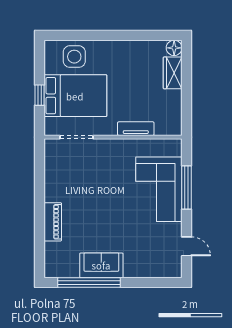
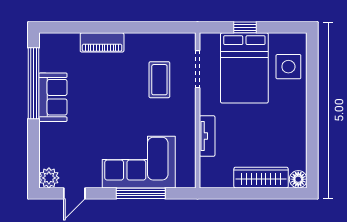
wardrobe: (173, 73) -> (261, 178), width x1.50
coffee table: (86, 171) -> (159, 80), added
plant: (173, 269) -> (49, 178), added

